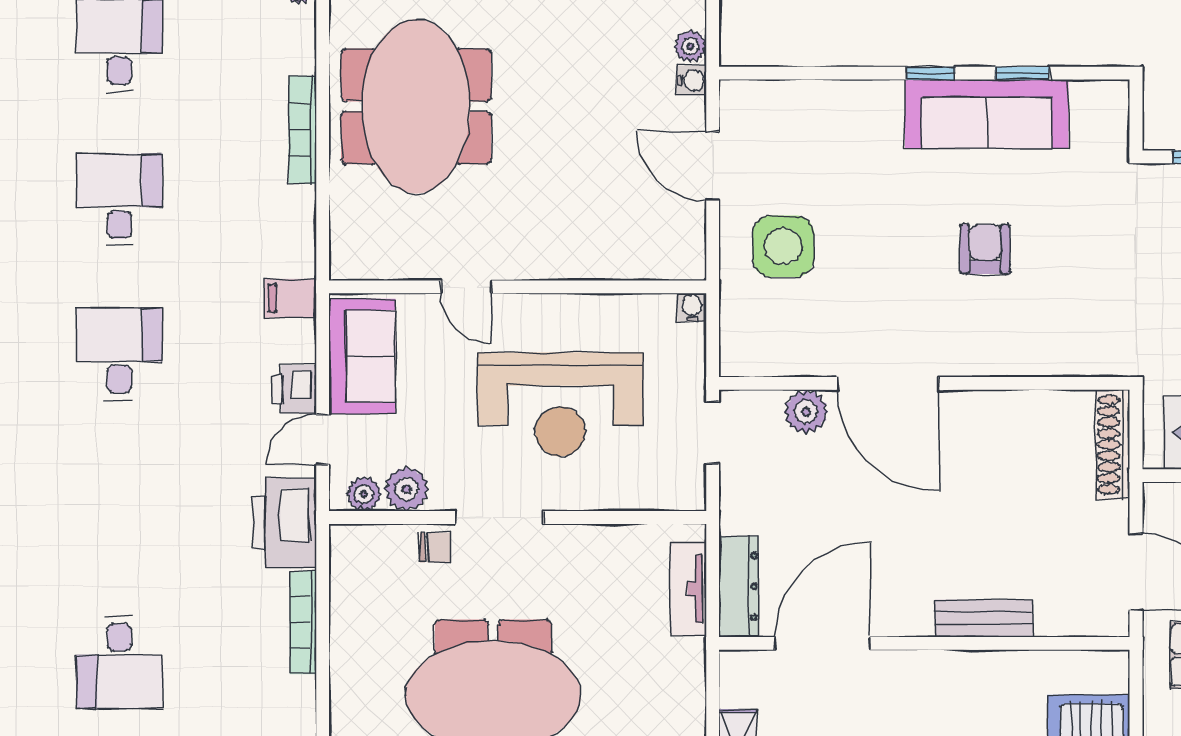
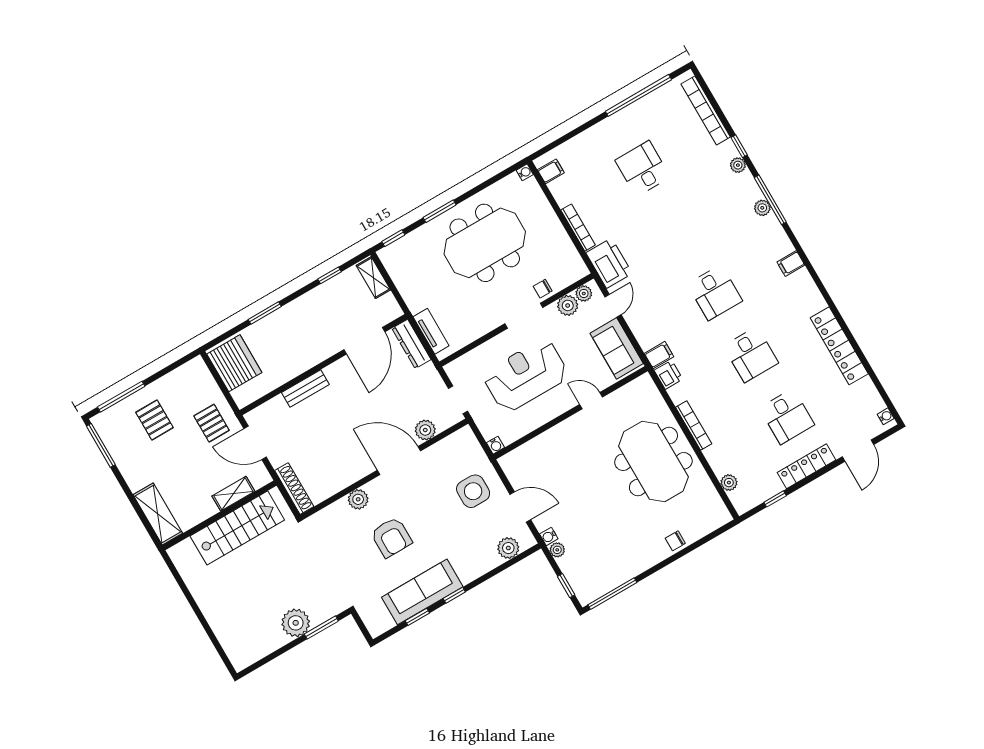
plant: (779, 103) -> (508, 548), added
armchair: (985, 249) -> (391, 537), width x1.38, depth x1.38
plant: (1006, 356) -> (358, 499), added
printer: (294, 389) -> (668, 375), moved

